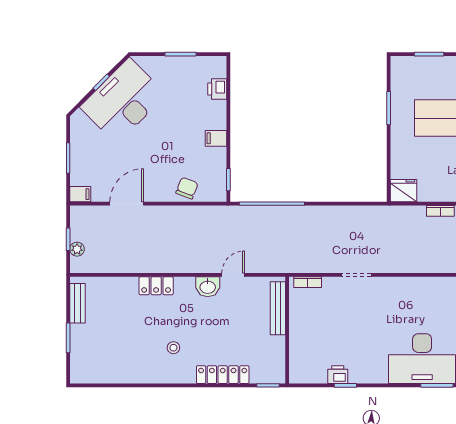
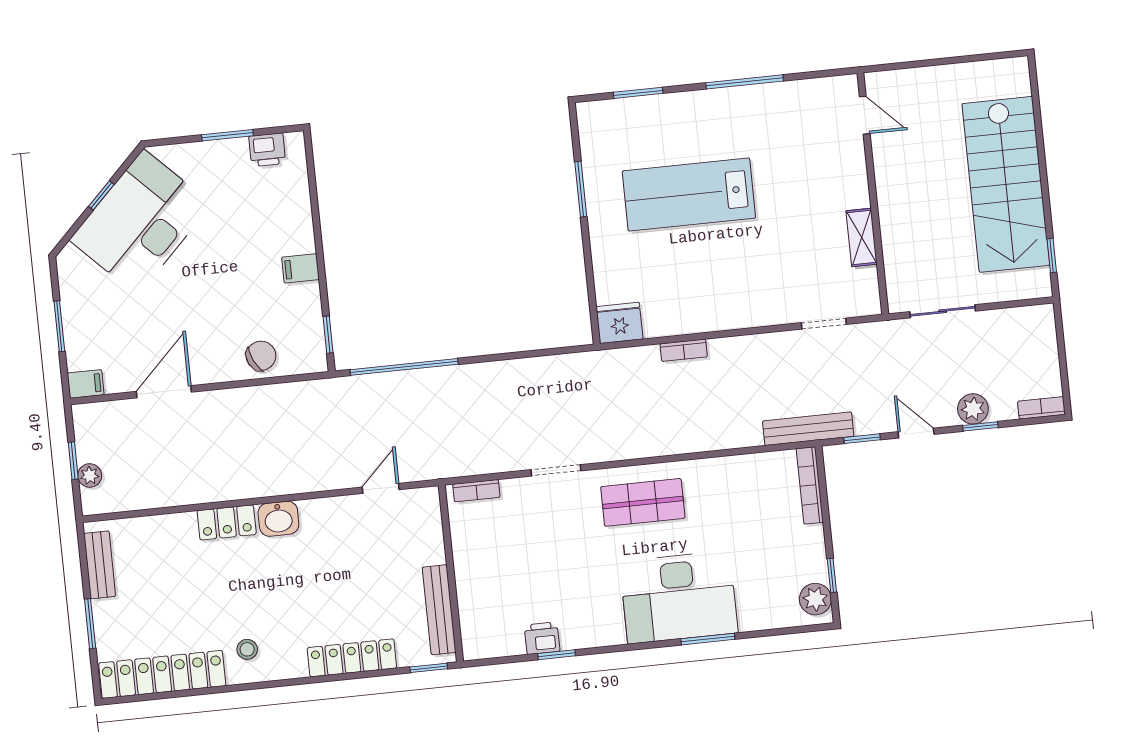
printer: (217, 89) -> (267, 150), moved, turned -90
chair: (187, 188) -> (261, 356), turned 43
door: (233, 275) -> (381, 488), moved
washbasin: (208, 287) -> (278, 519), moved
shop shelf: (406, 300) -> (643, 502), added
bench: (278, 308) -> (439, 610), moved
stool: (173, 348) -> (247, 649), moved
locker: (108, 373) -> (162, 674), added

